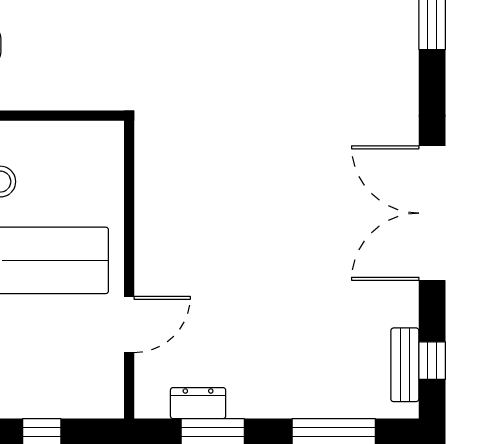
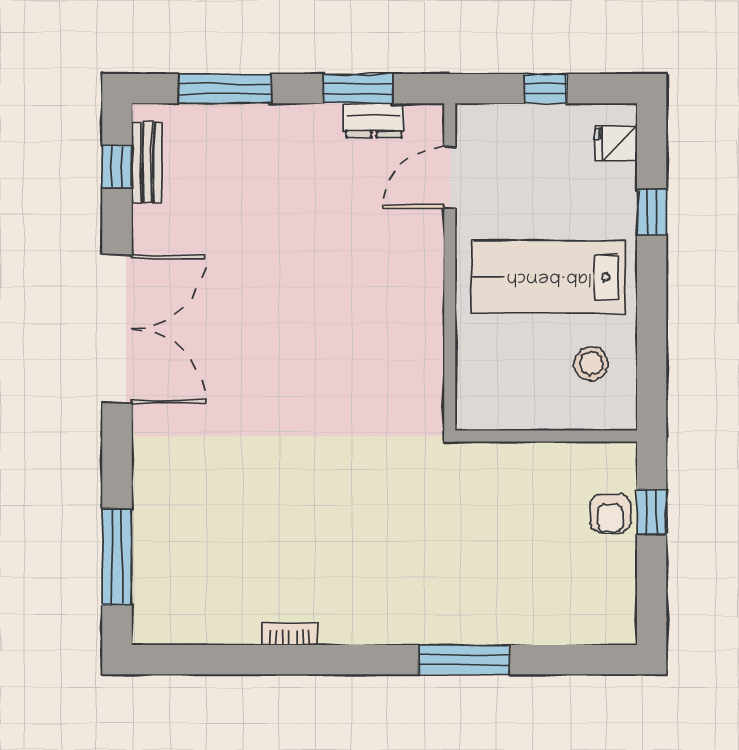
door: (129, 324) -> (450, 177), moved

